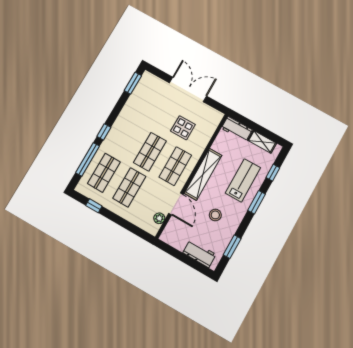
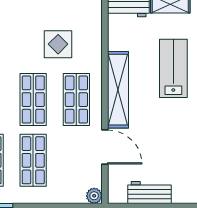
stool: (215, 215) -> (163, 133), removed
plant: (159, 218) -> (94, 196), moved
workbench: (199, 254) -> (150, 193), moved

